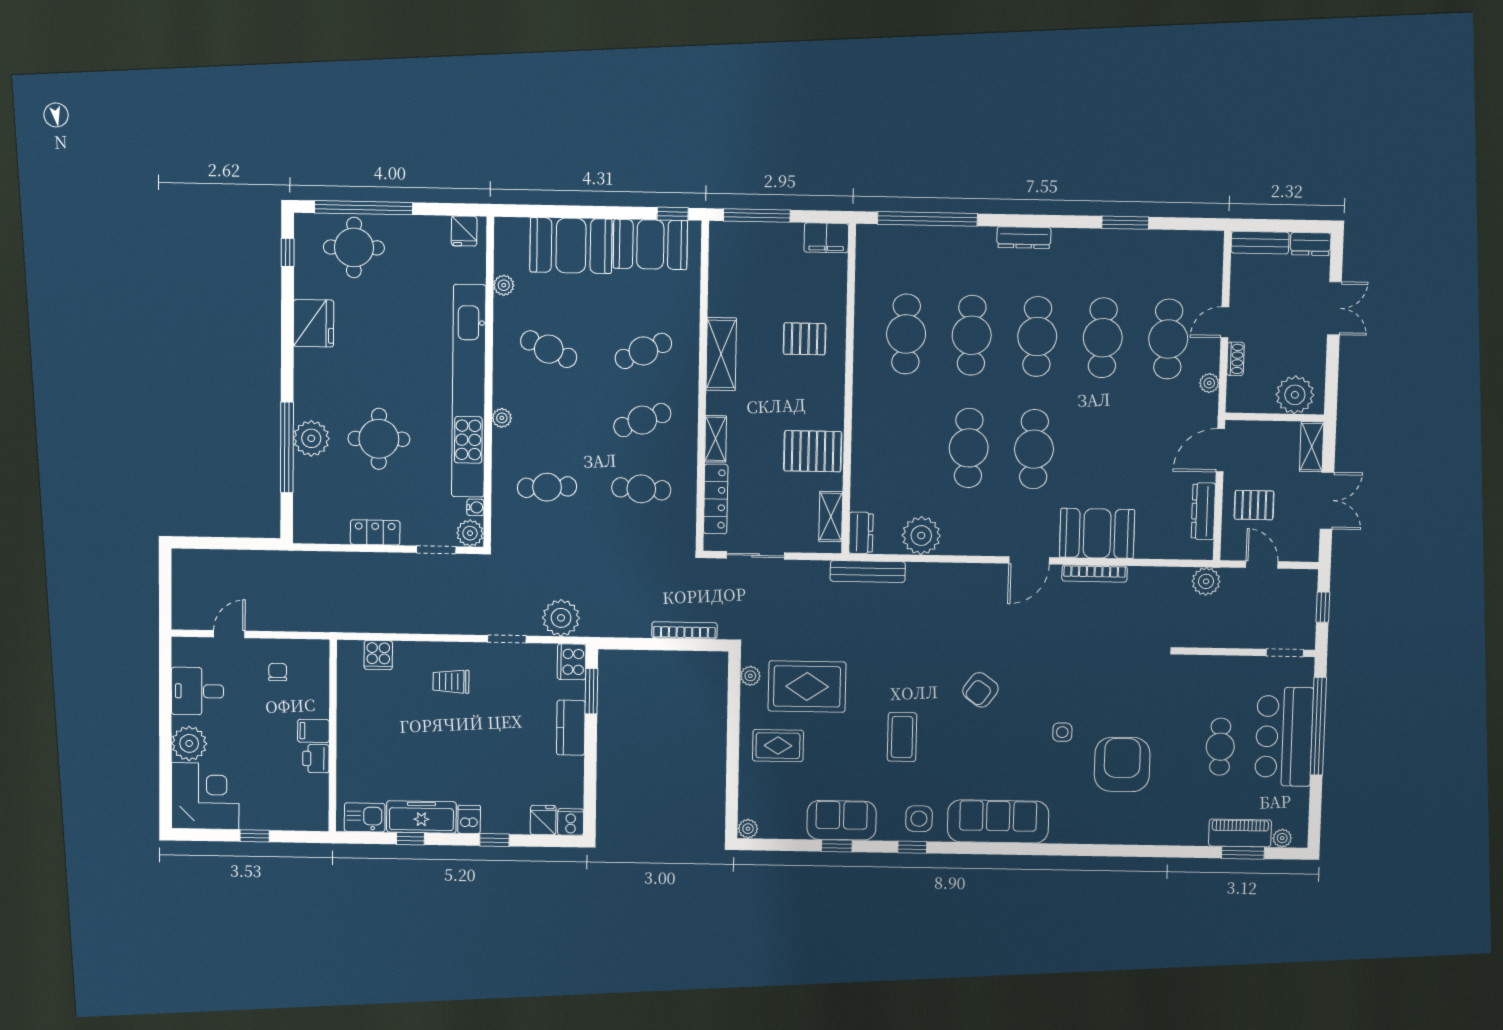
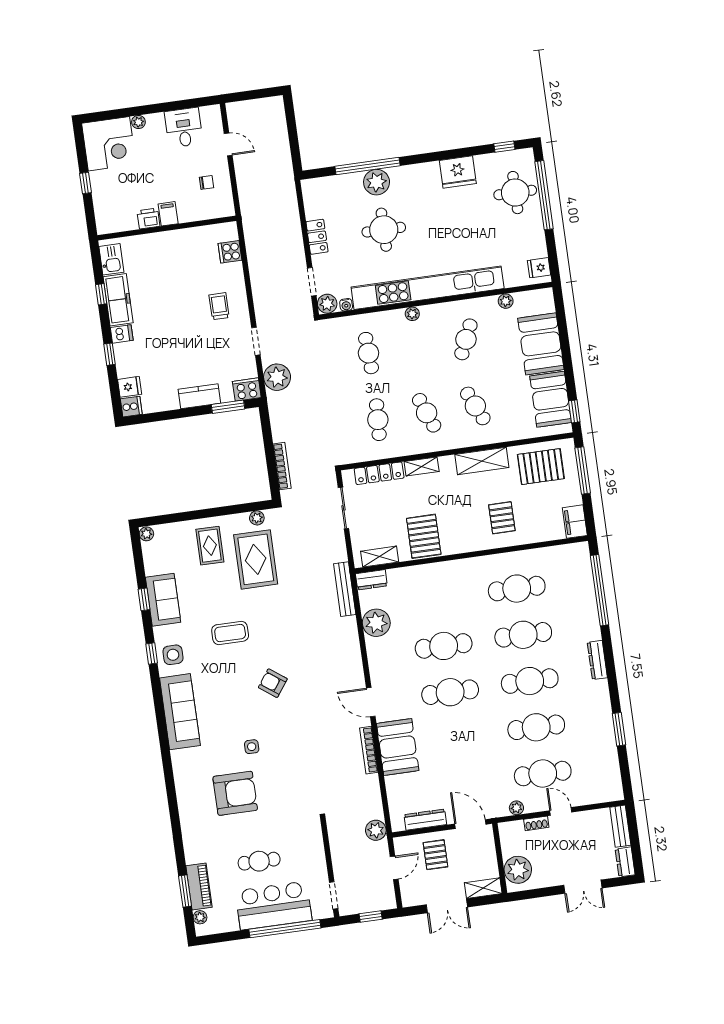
pallet: (742, 273) -> (541, 467), added
plant: (189, 743) -> (138, 122), width x0.53, depth x0.53

